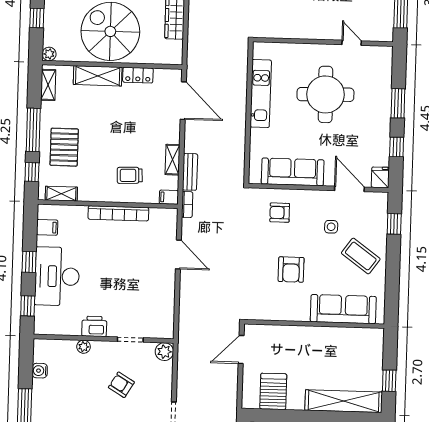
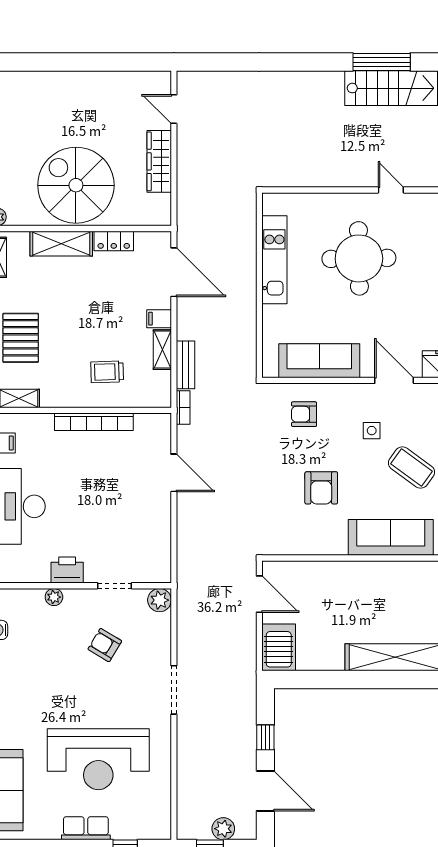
filing cabinet: (169, 197) -> (159, 319), moved
door: (241, 349) -> (259, 594), swing flipped
server rack: (273, 391) -> (279, 647), moved

